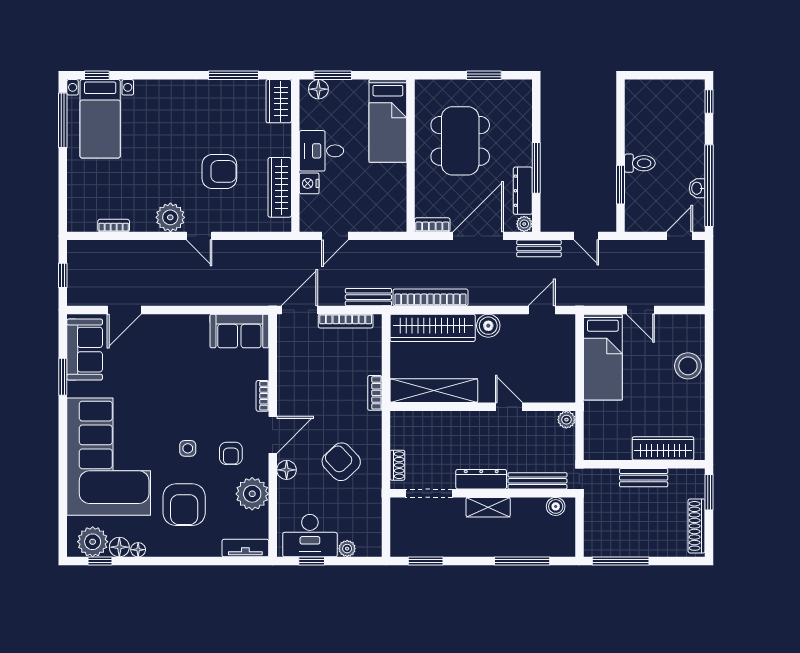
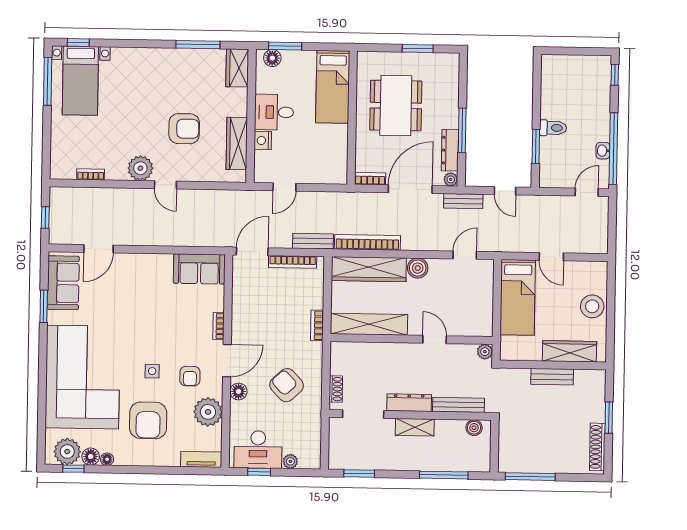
wardrobe: (663, 448) -> (570, 351), moved
wall: (644, 464) -> (553, 365), moved
bench: (644, 478) -> (552, 377), moved

